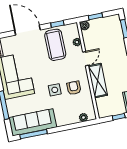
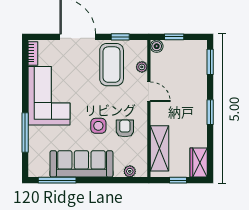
door: (86, 59) -> (149, 92), hinge flipped
shelving: (98, 81) -> (160, 148), moved
sofa: (33, 122) -> (81, 164), moved

